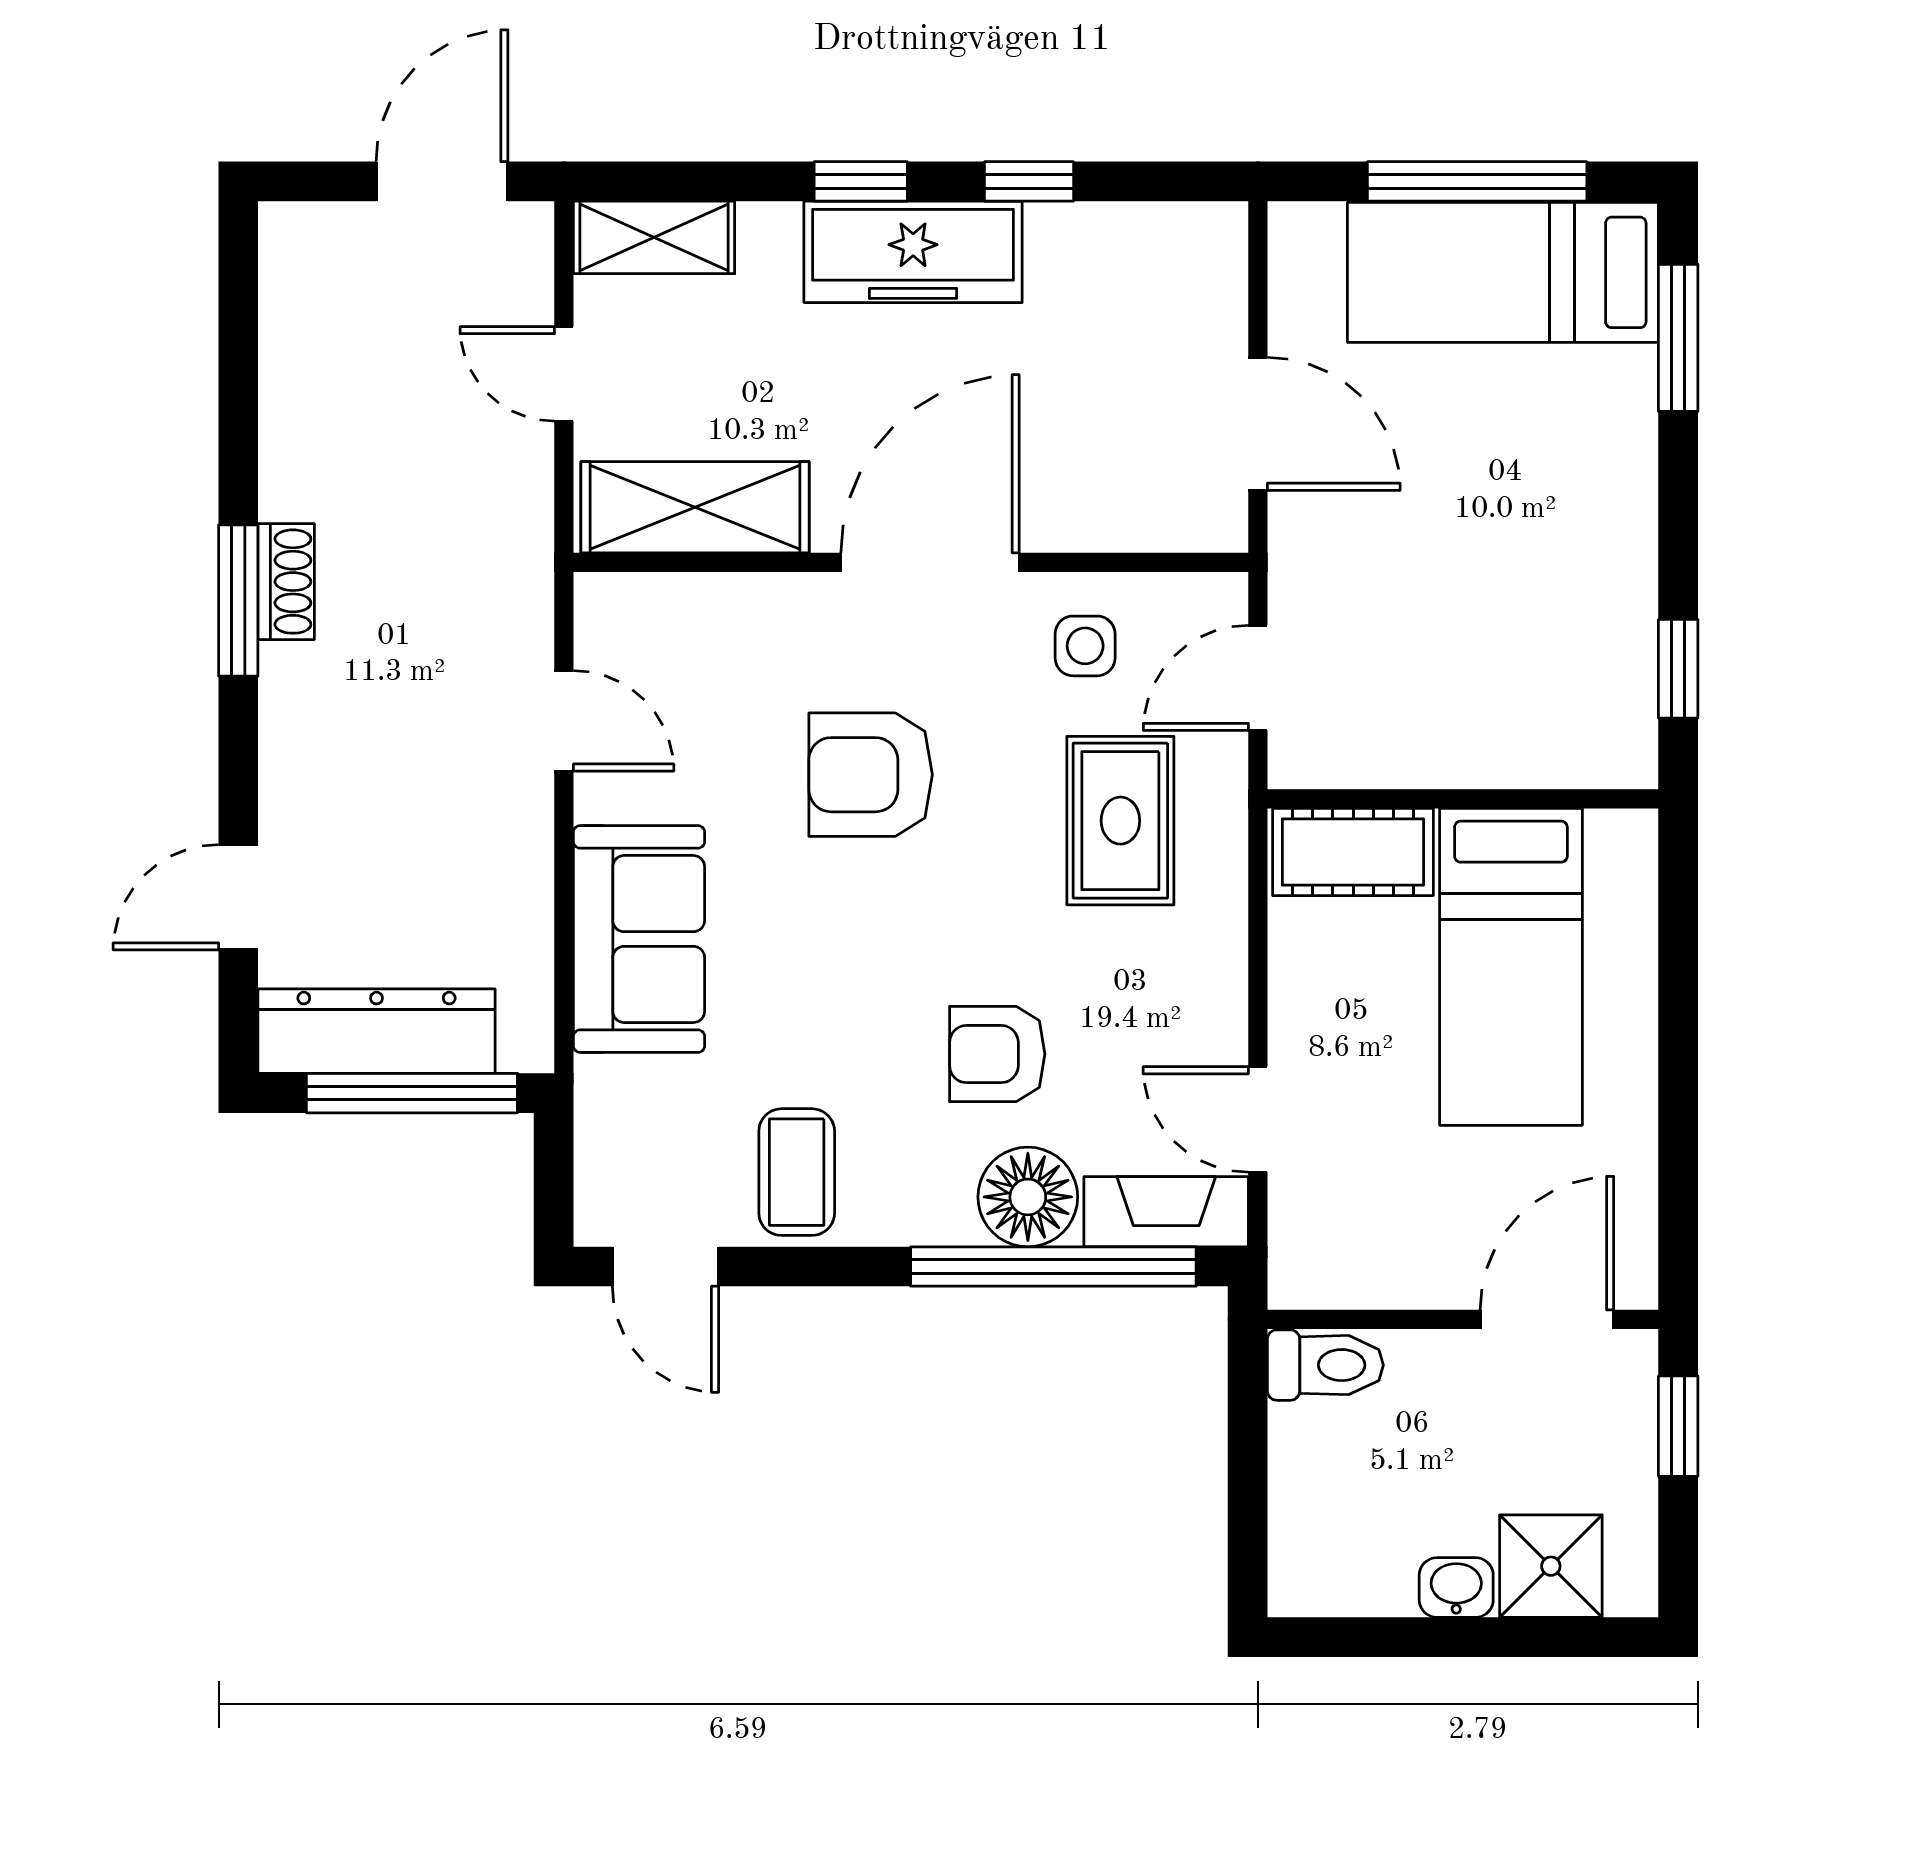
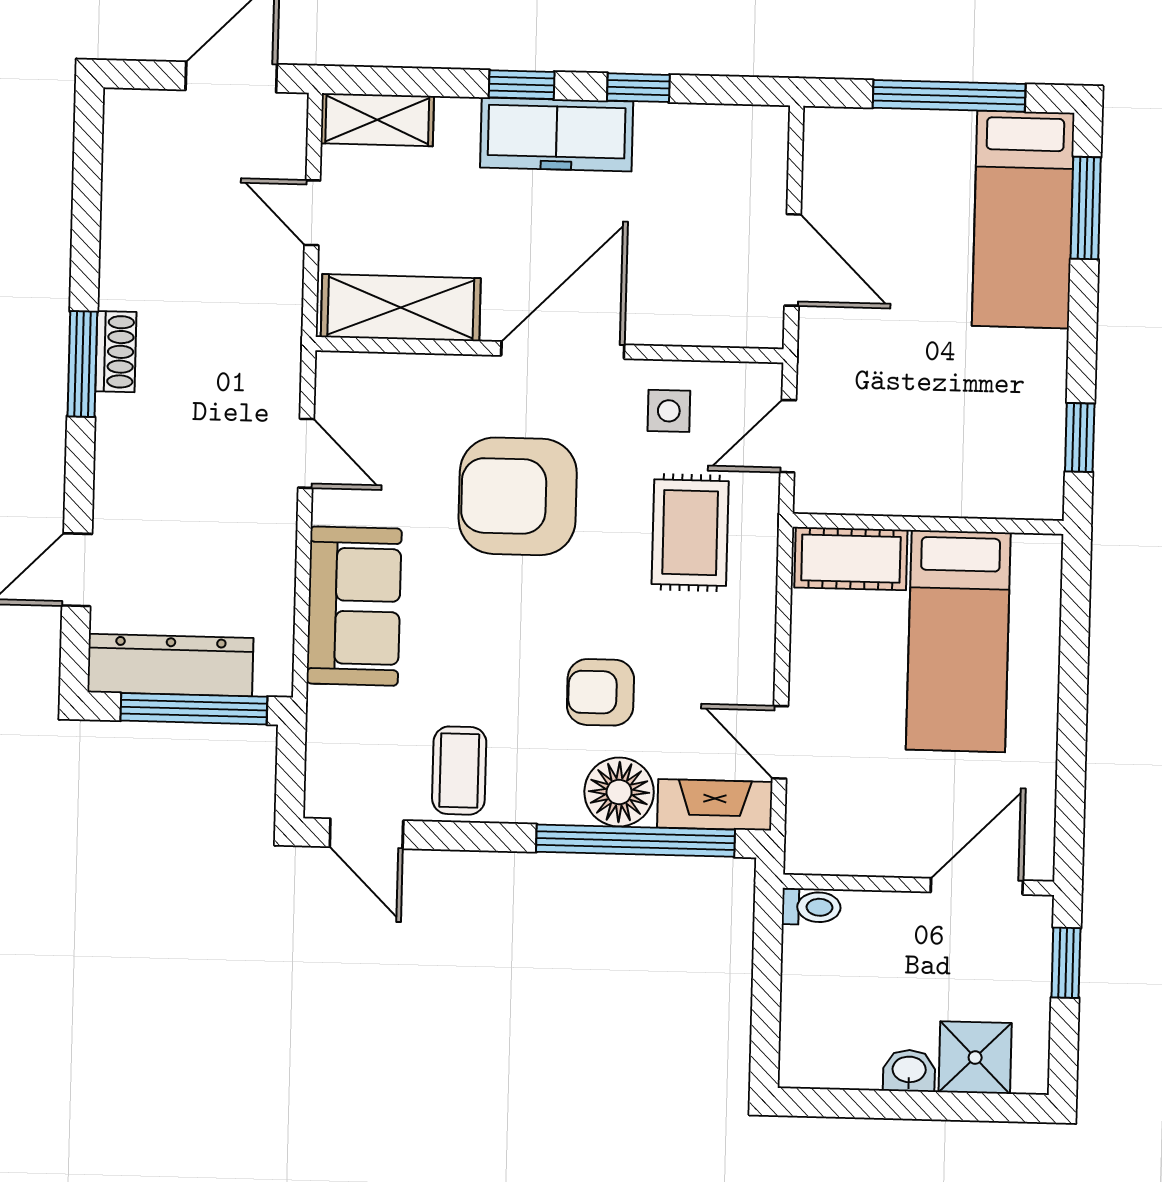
bed: (1503, 272) -> (1023, 219), moved, turned -90
armchair: (871, 775) -> (518, 496), width x1.36, depth x1.36
toilet: (1325, 1365) -> (811, 907), width x0.73, depth x0.72

